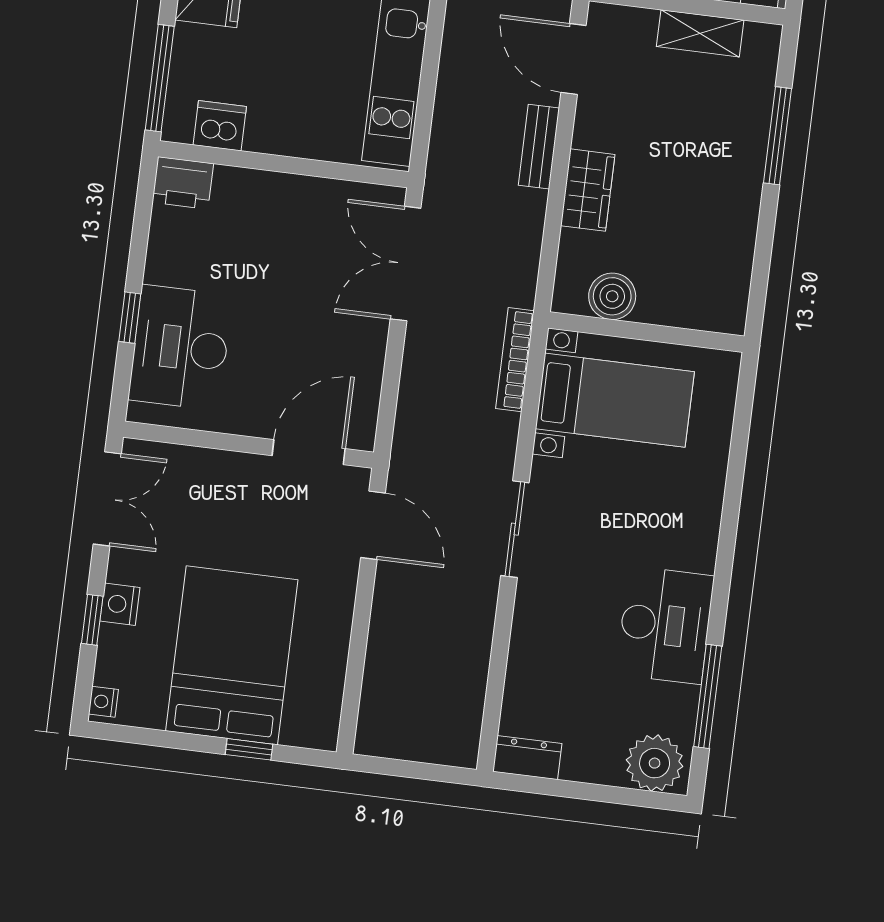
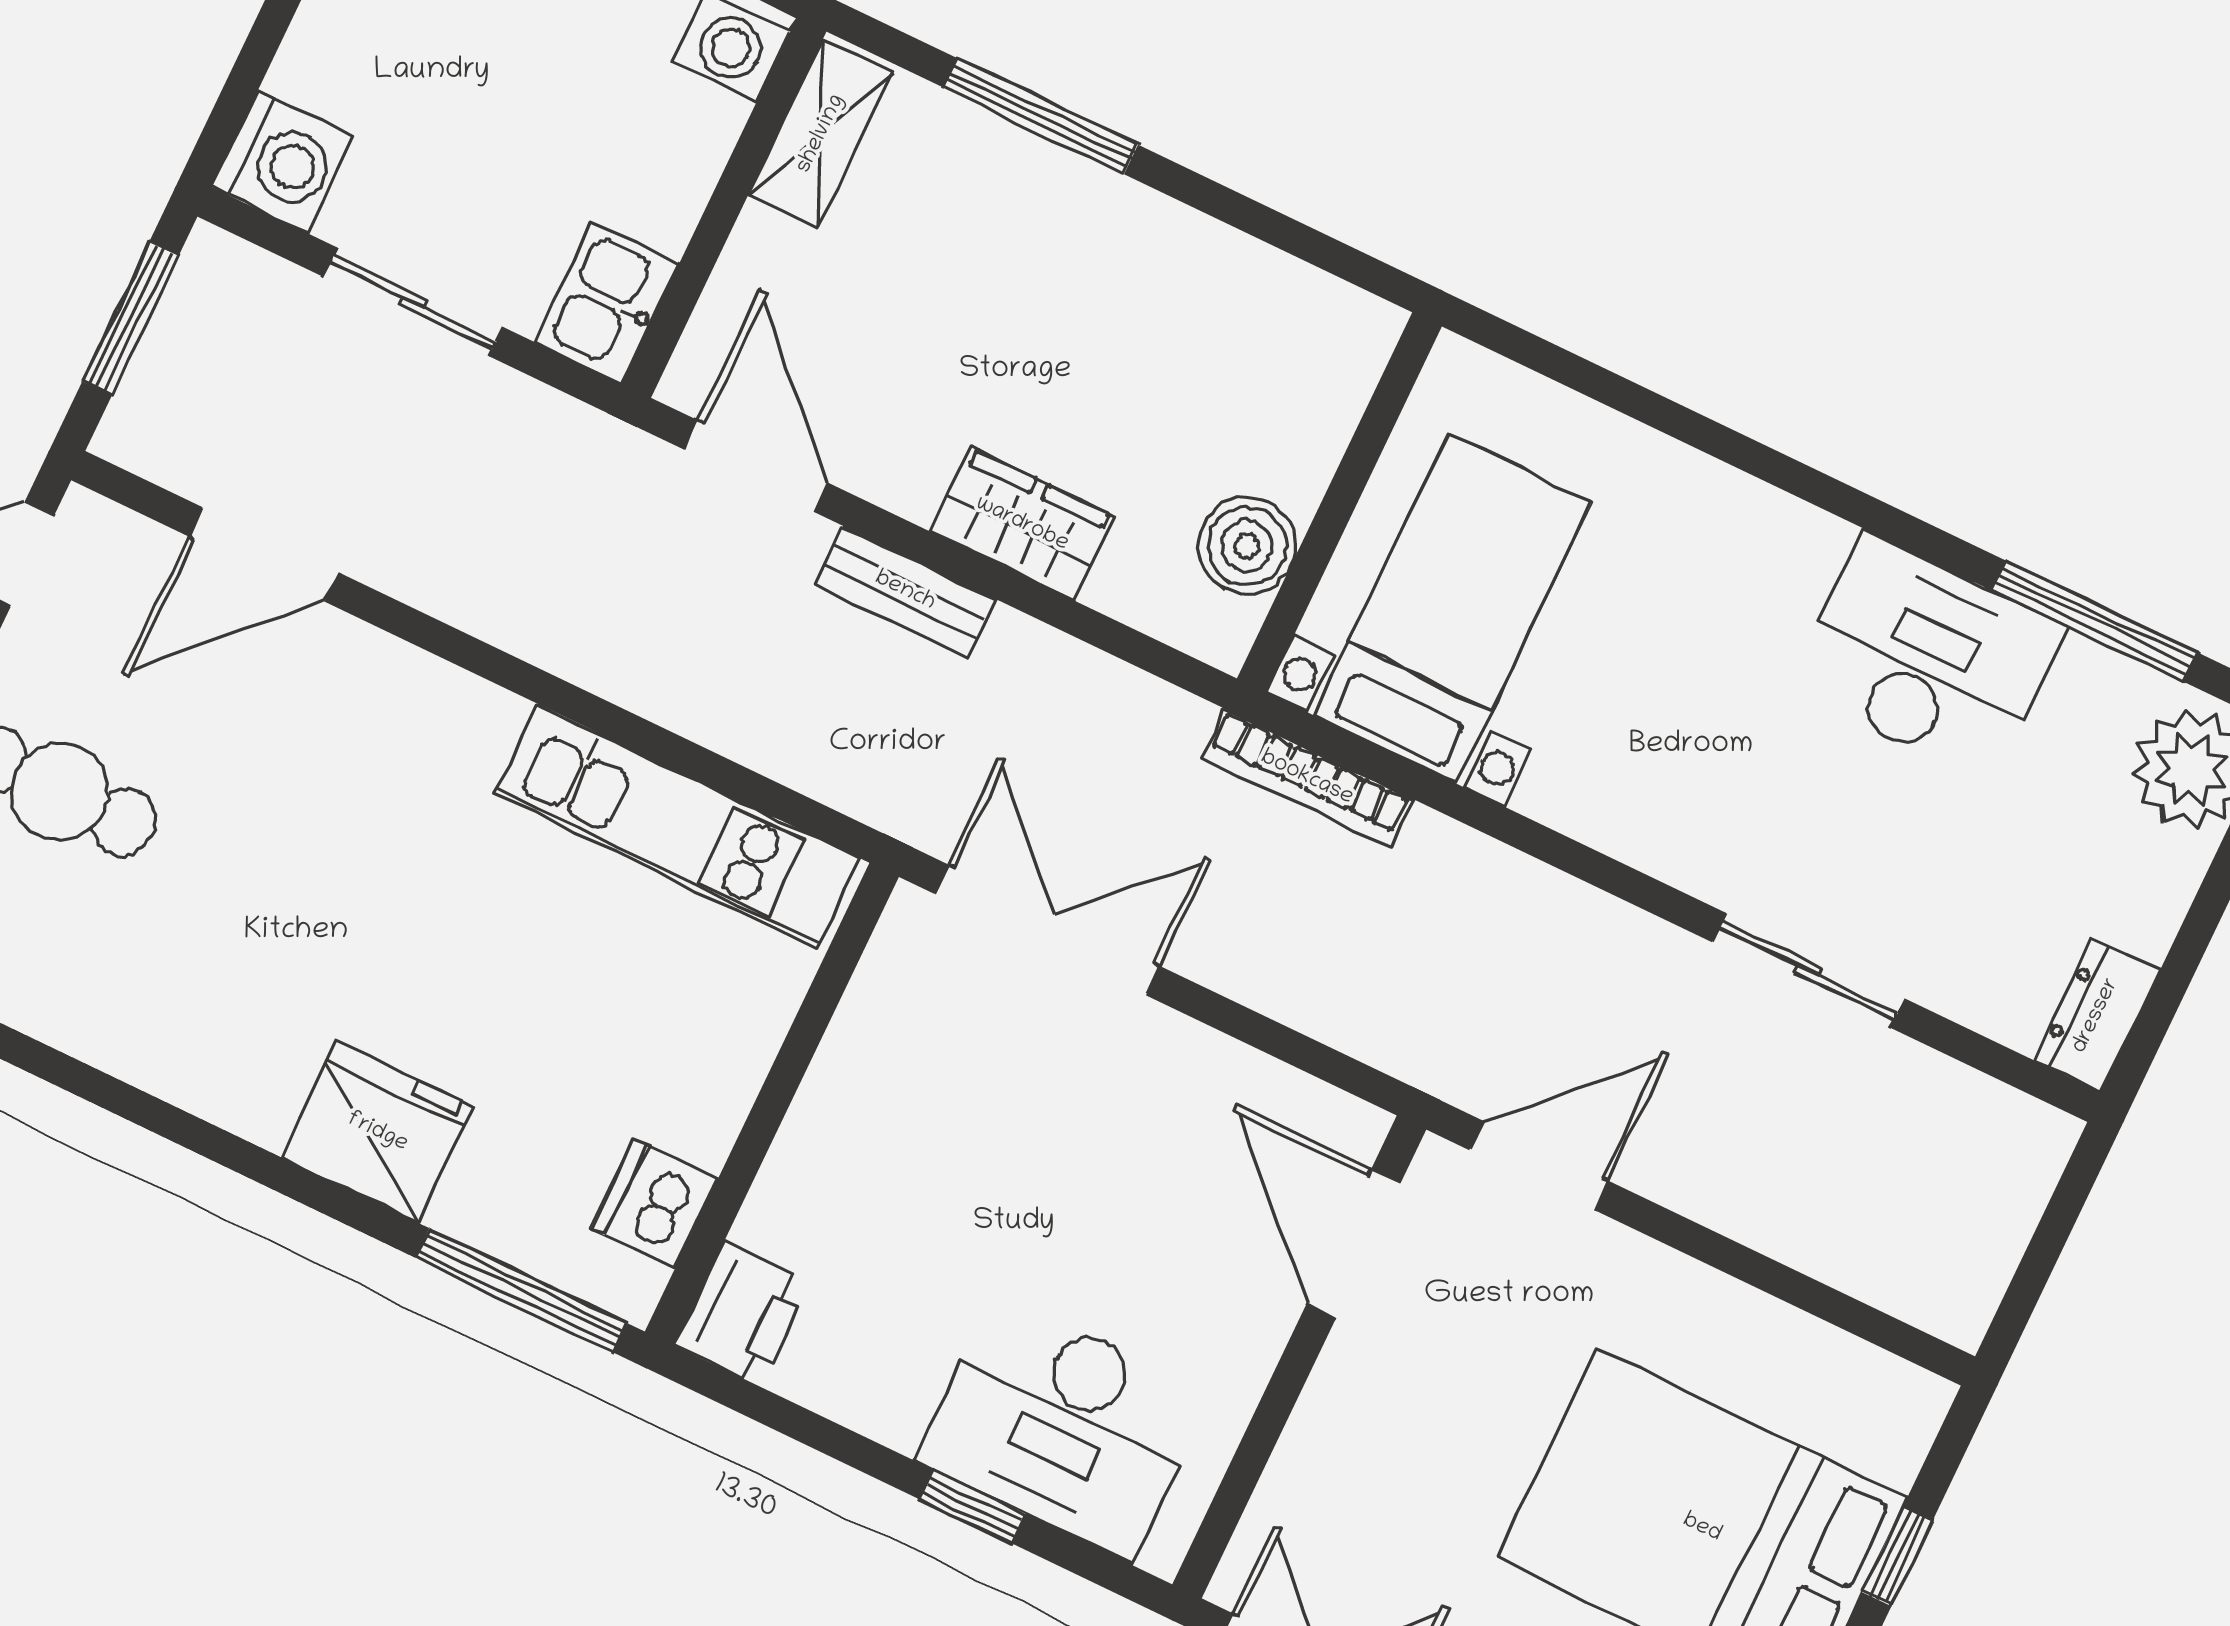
shelving: (700, 33) -> (821, 134), moved
door: (573, 59) -> (756, 466), swing flipped
double door: (406, 264) -> (1047, 930), swing flipped
sliding door: (515, 529) -> (1808, 970), moved

